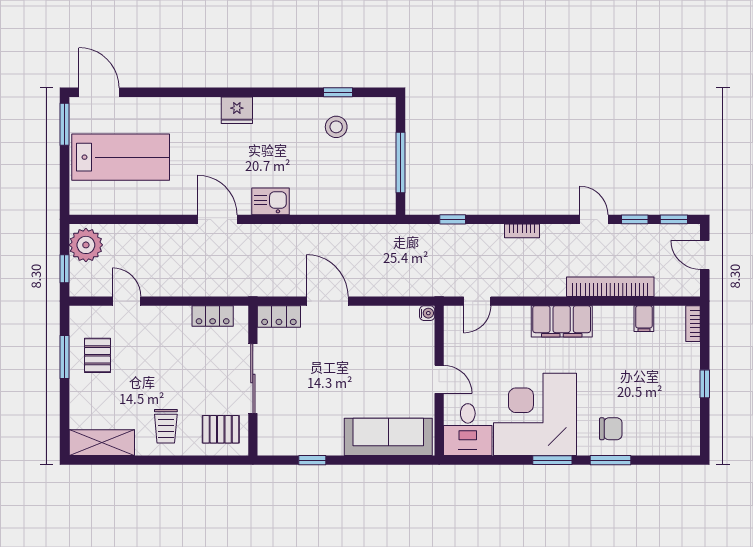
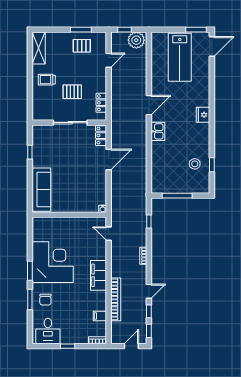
door: (439, 379) -> (70, 215), removed
pallet: (221, 429) -> (72, 92), moved, turned 90
desk: (468, 430) -> (48, 331), moved, turned -90

